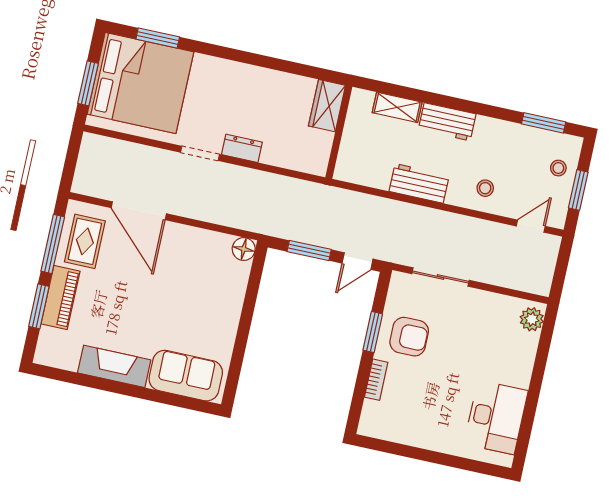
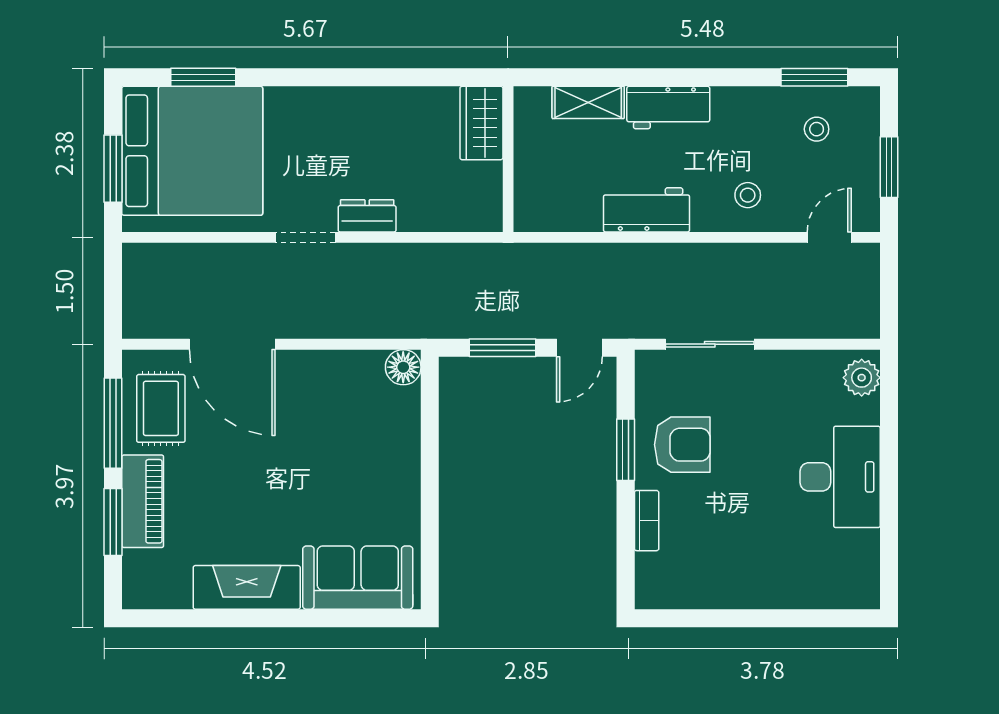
stool: (558, 168) -> (817, 129), moved
desk: (496, 417) -> (840, 477), moved

